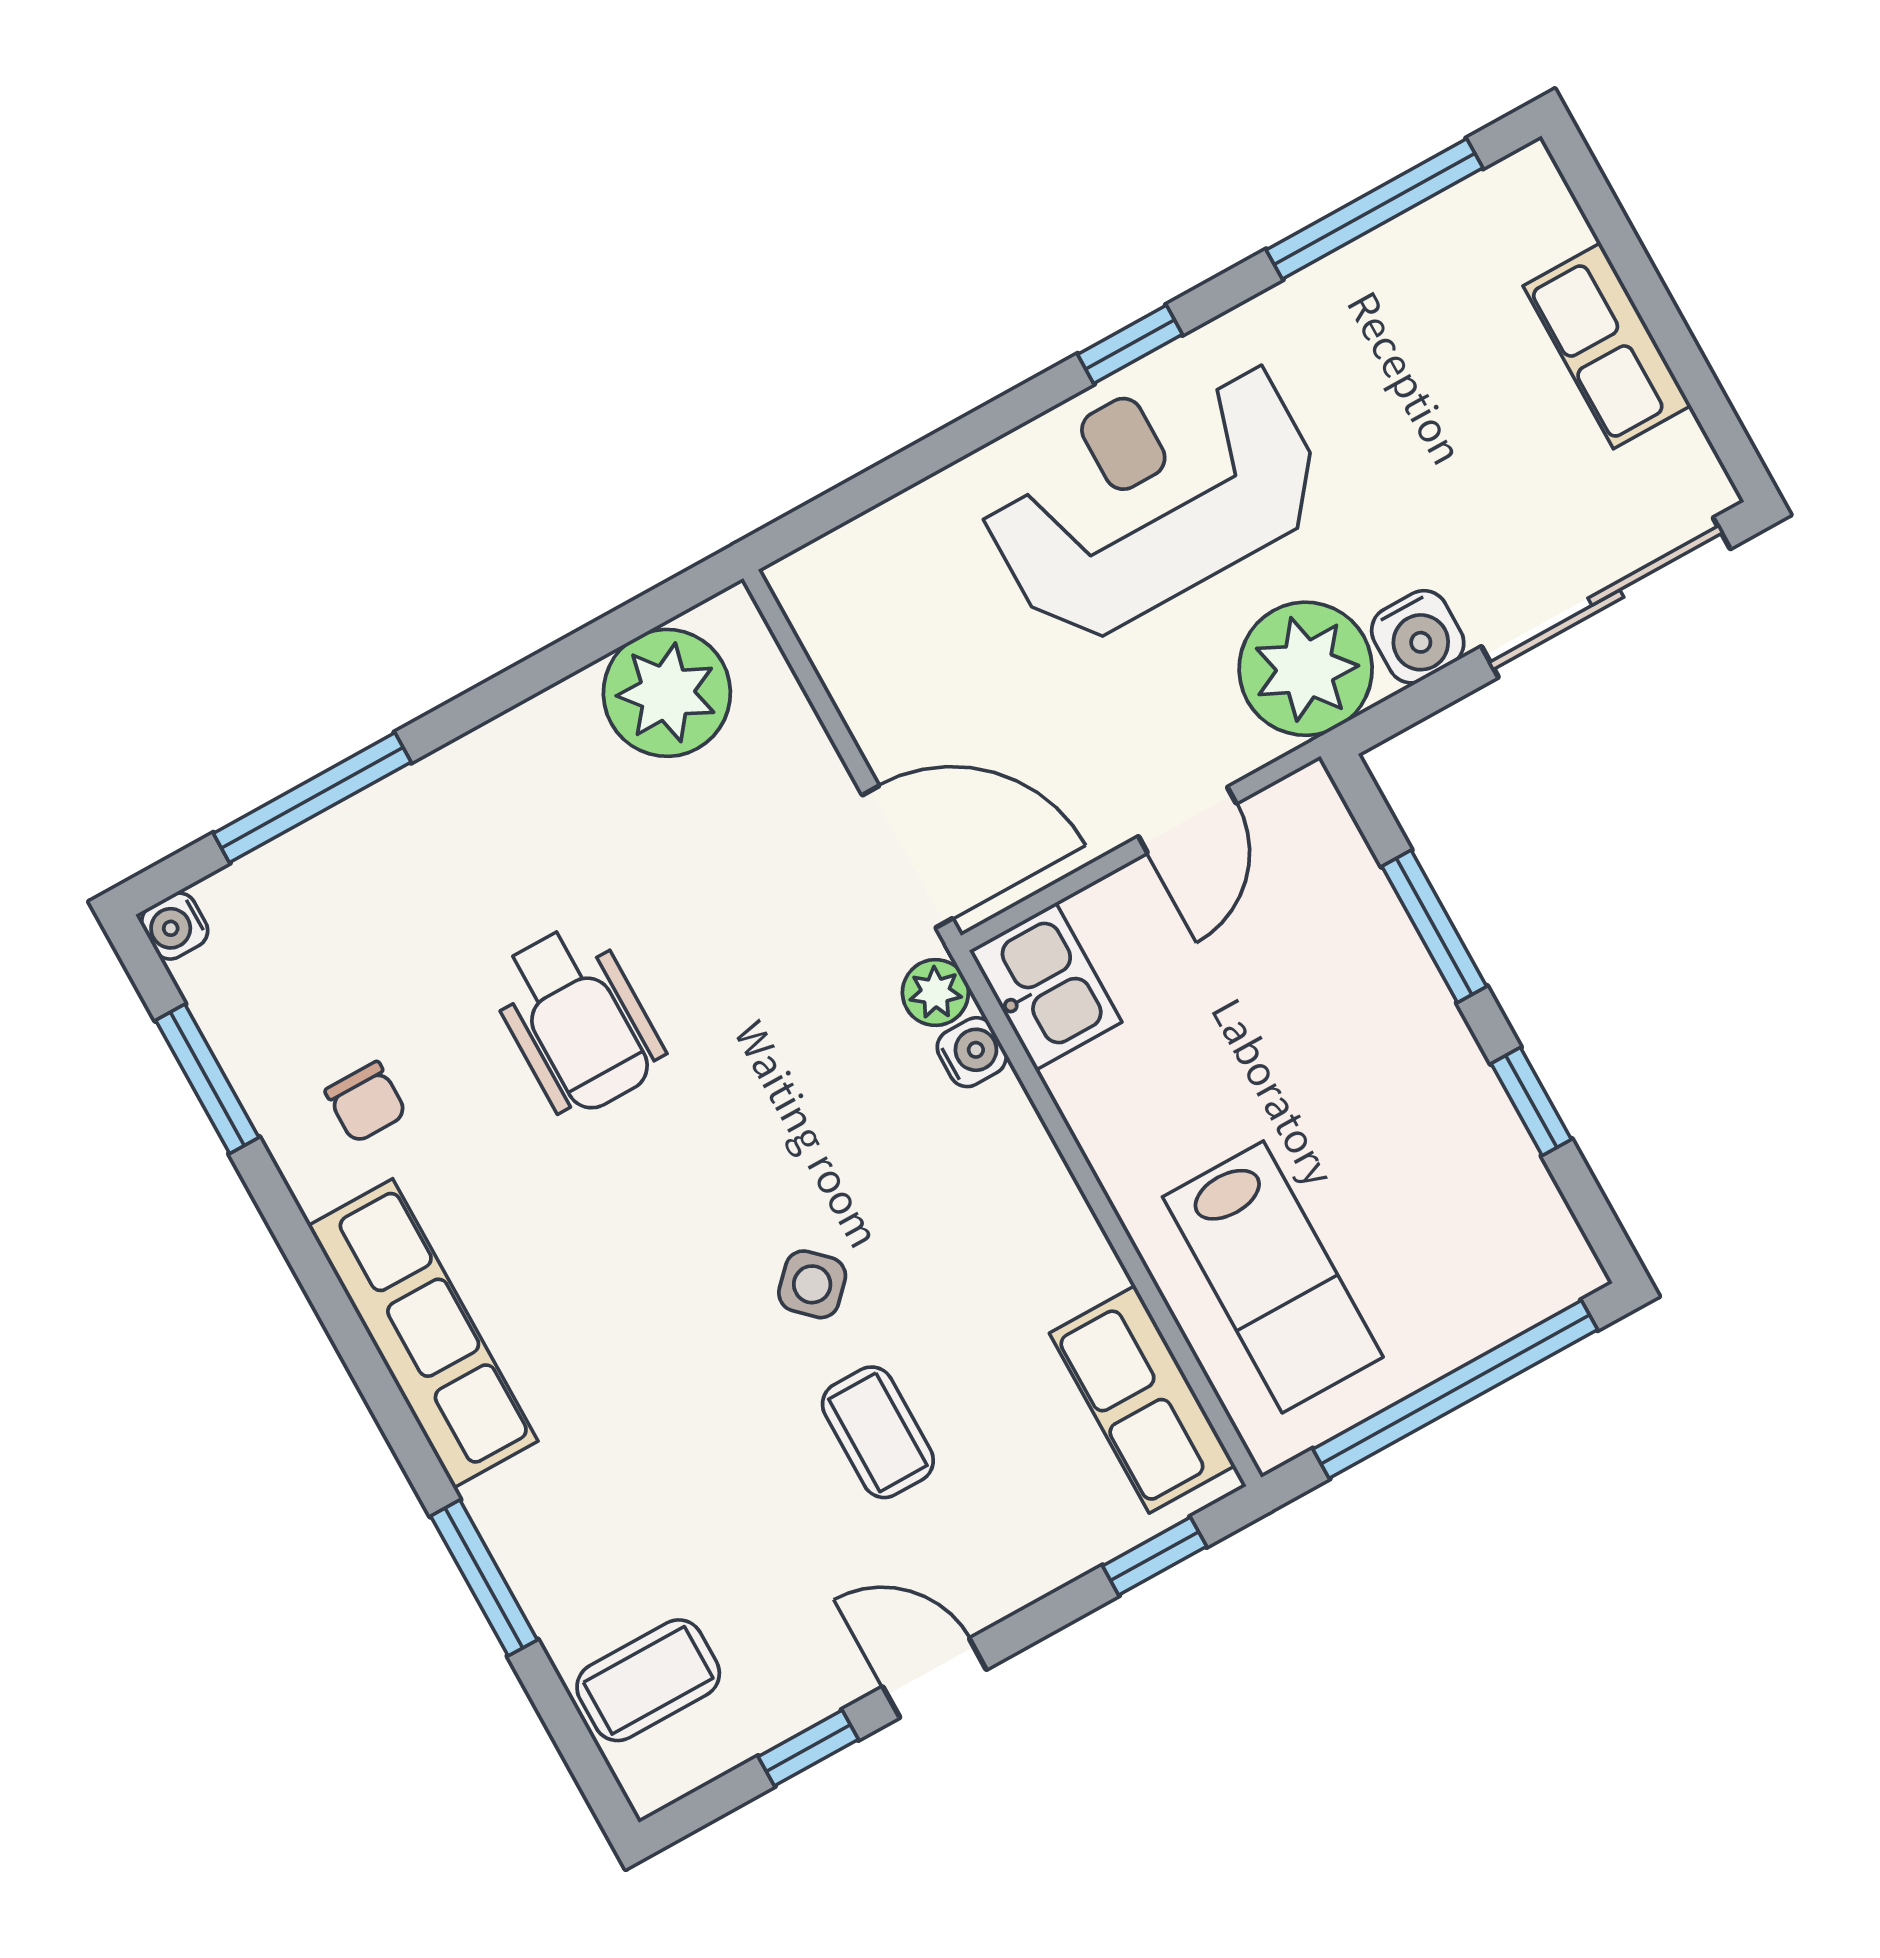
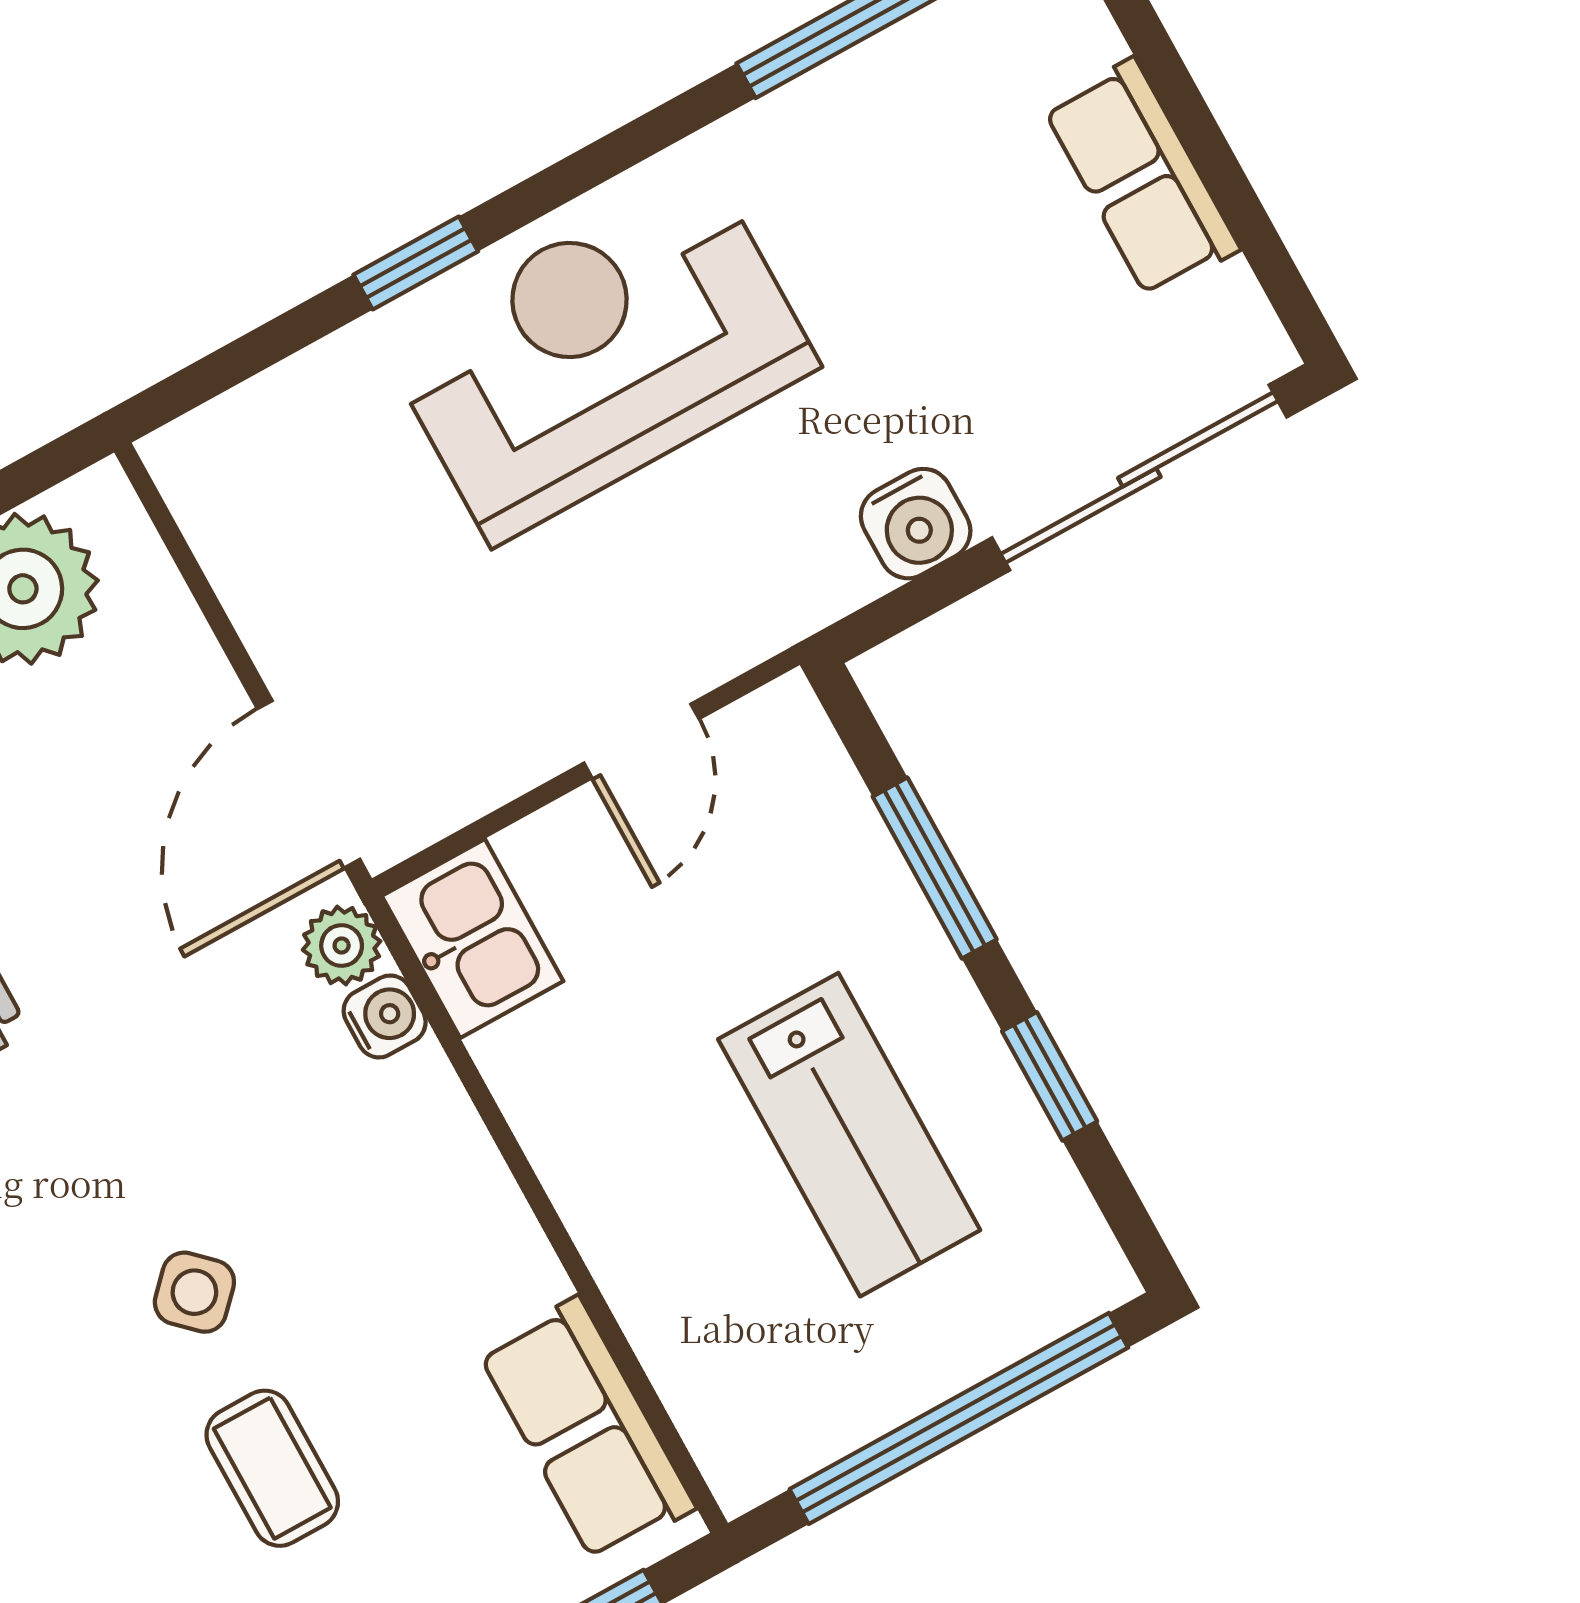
window: (1130, 344) -> (416, 263), moved
plant: (1306, 669) -> (782, 561), removed
door: (907, 857) -> (309, 784), swing flipped
lab bench: (1273, 1277) -> (849, 1135), moved

